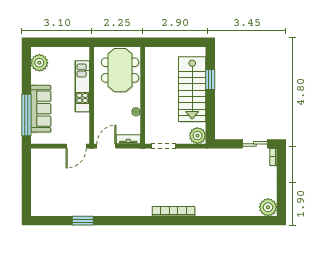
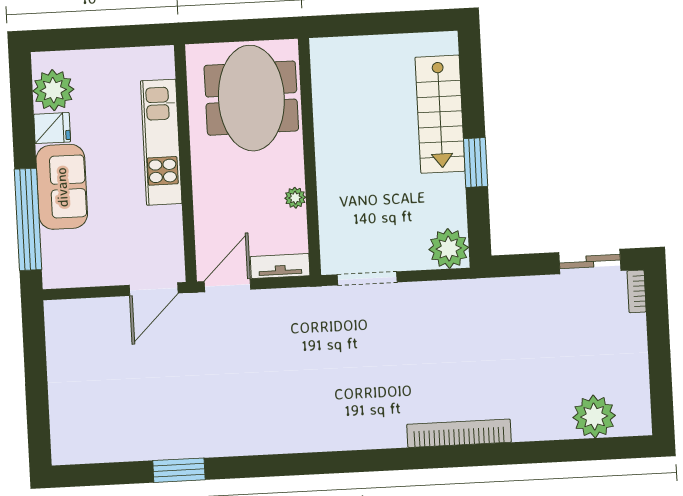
fridge: (38, 78) -> (52, 128), added
window: (210, 80) -> (476, 163), moved
stairs: (192, 89) -> (440, 114), width x0.73, depth x0.66
sofa: (41, 109) -> (62, 187), width x0.73
plant: (268, 207) -> (594, 417), moved
bookcase: (174, 211) -> (459, 433), moved

